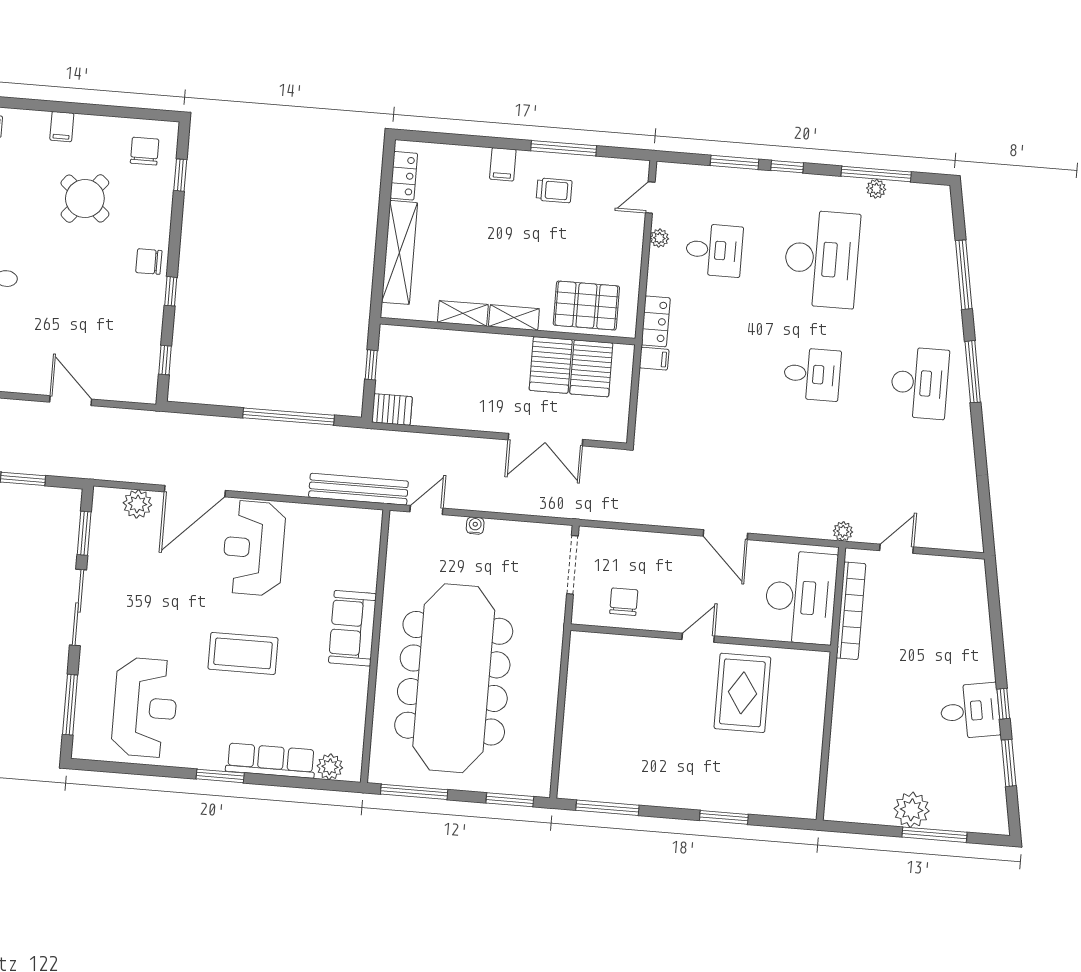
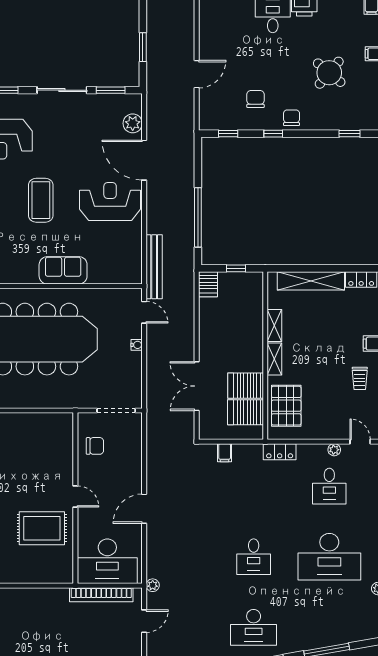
chair: (145, 151) -> (256, 99), moved, turned -90
filing cabinet: (654, 359) -> (225, 453), moved
door: (896, 549) -> (144, 621), hinge flipped

